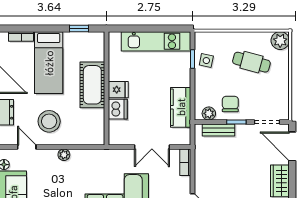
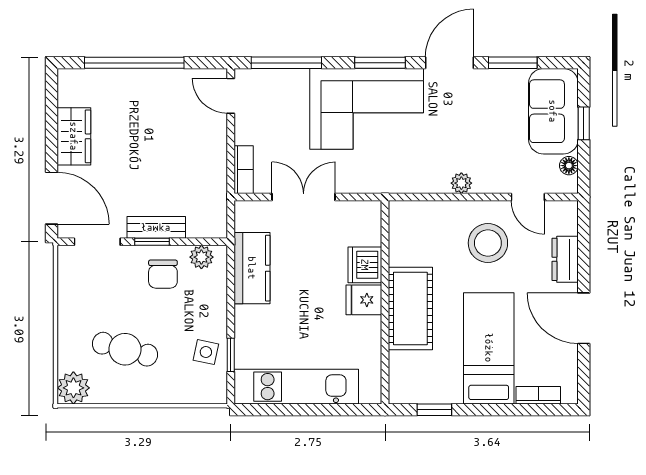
bench: (219, 130) -> (156, 227), moved

